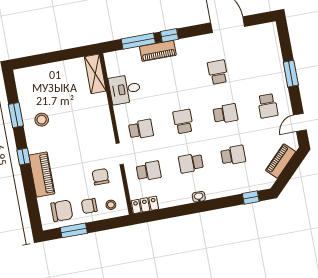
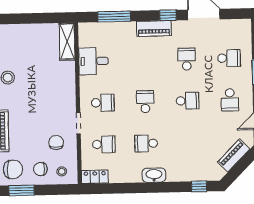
window: (169, 35) -> (168, 15), moved
piano: (158, 51) -> (154, 28), moved
school desk: (233, 155) -> (229, 58), moved
washbasin: (199, 197) -> (154, 175), width x1.91, depth x1.45

